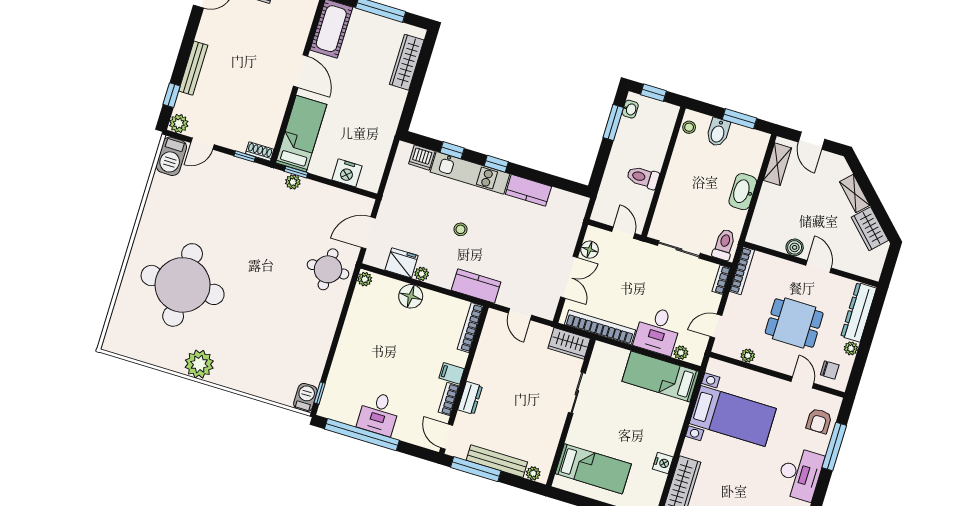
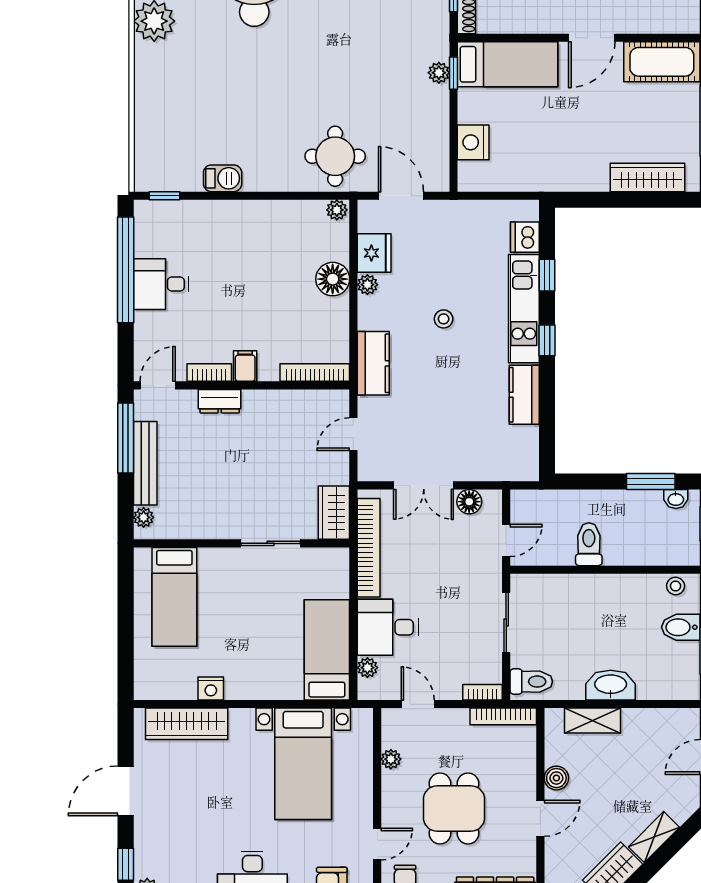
shelving: (777, 164) -> (593, 721), moved
barbecue: (305, 397) -> (223, 178), moved

